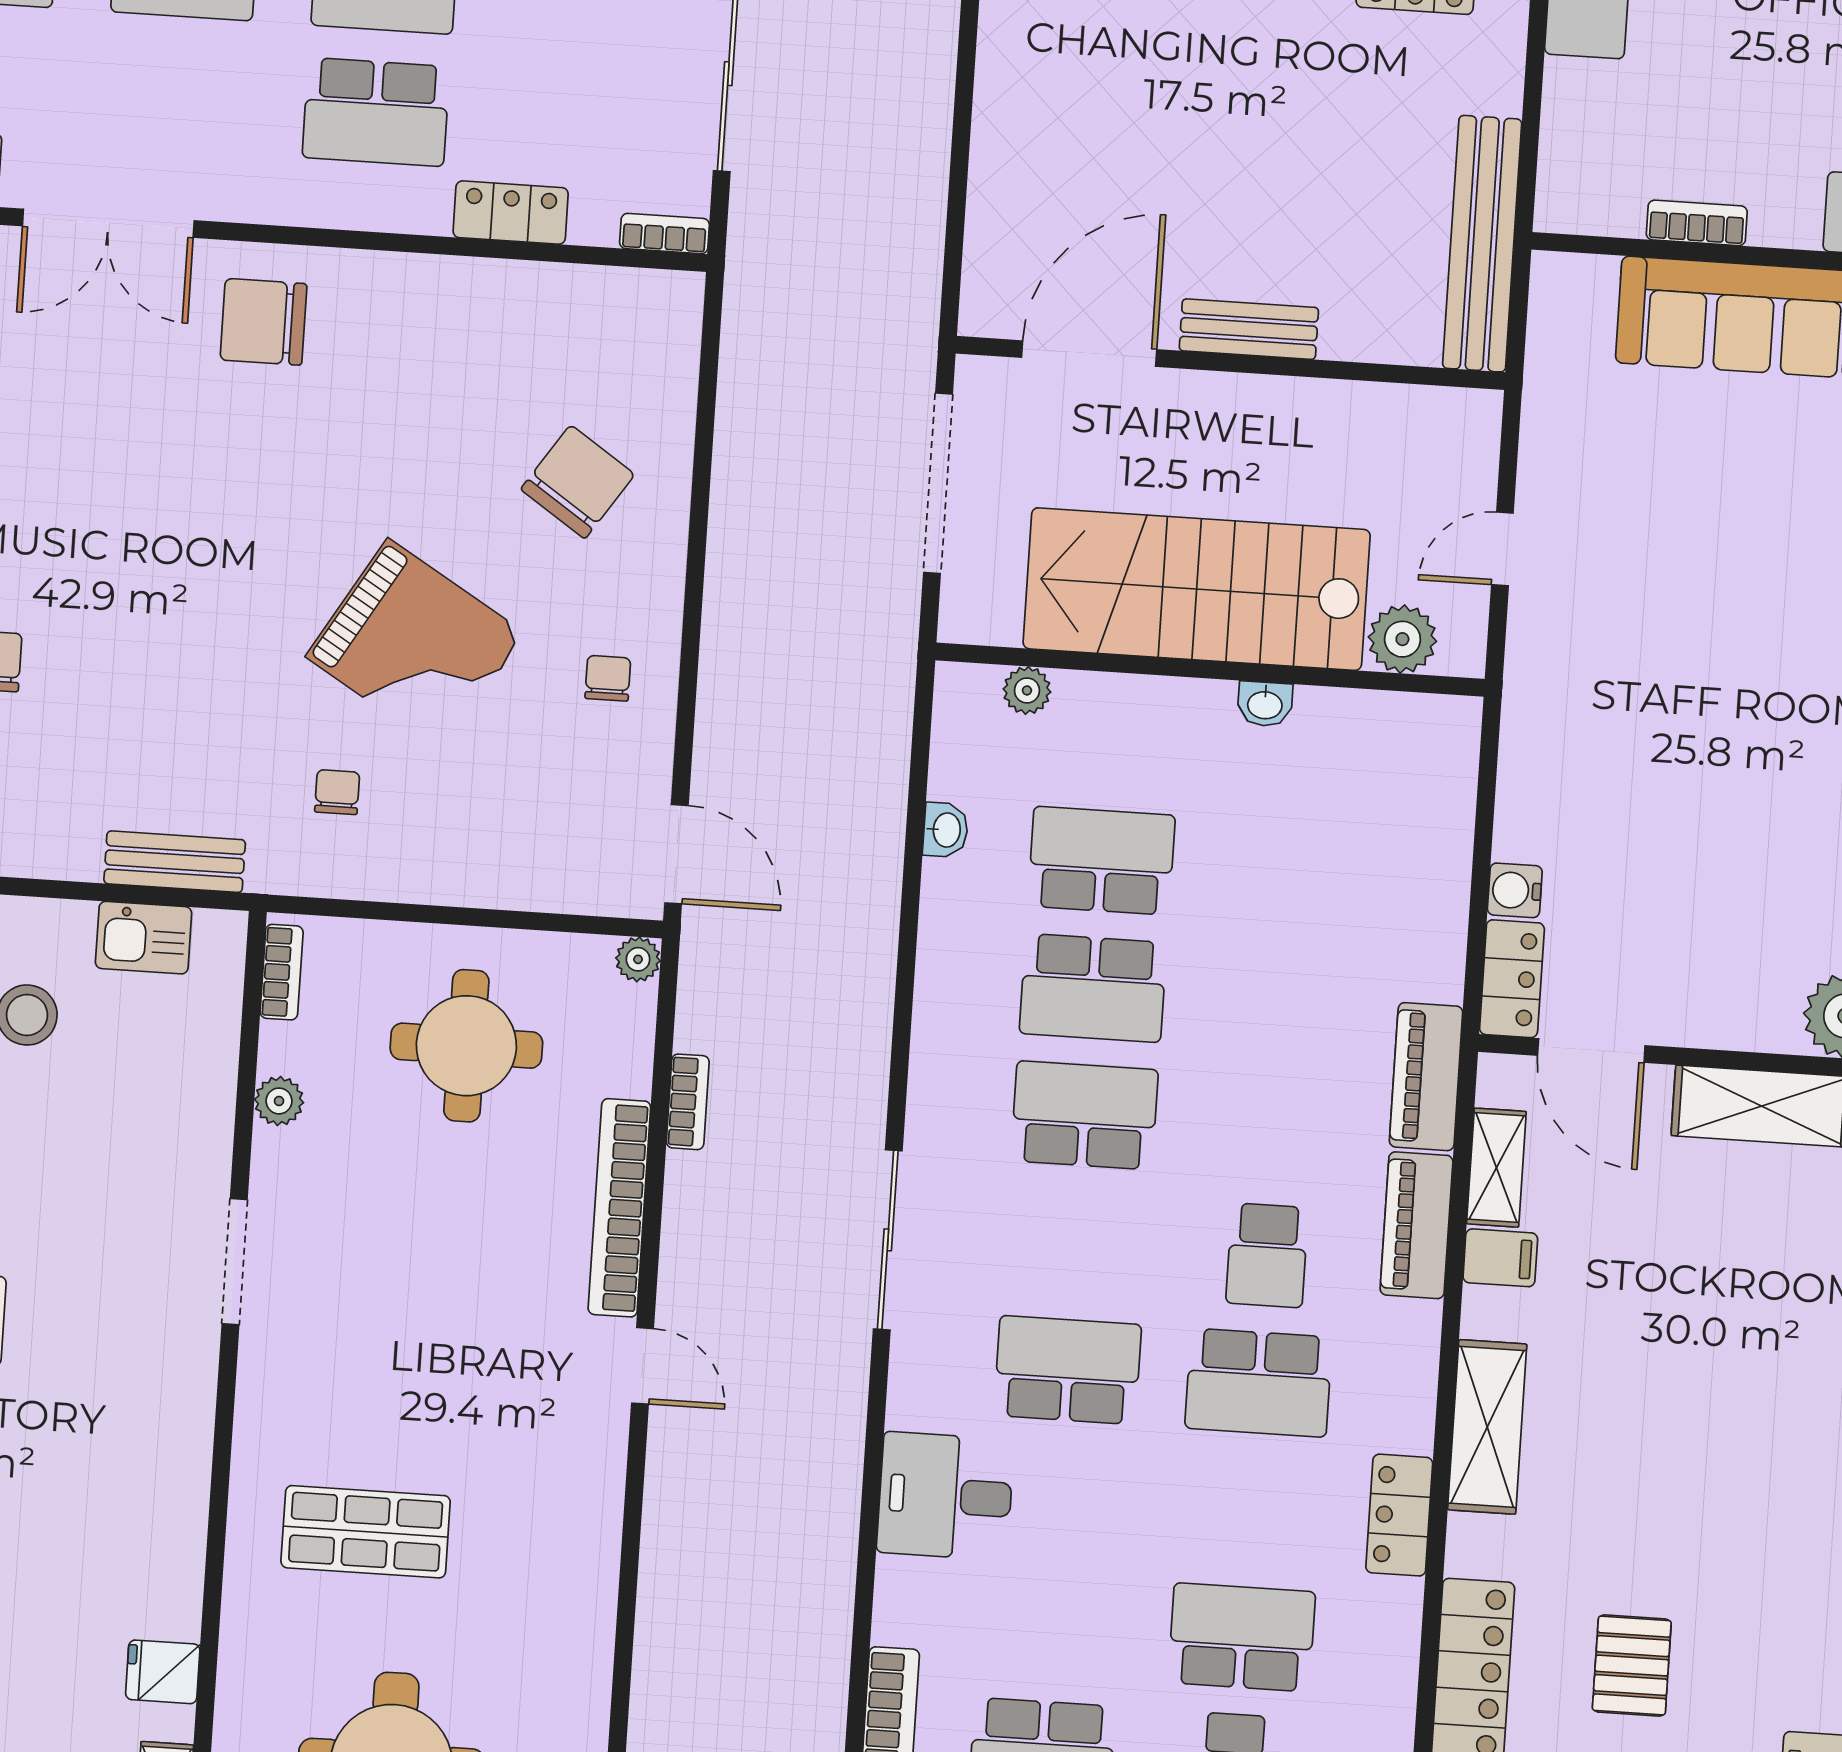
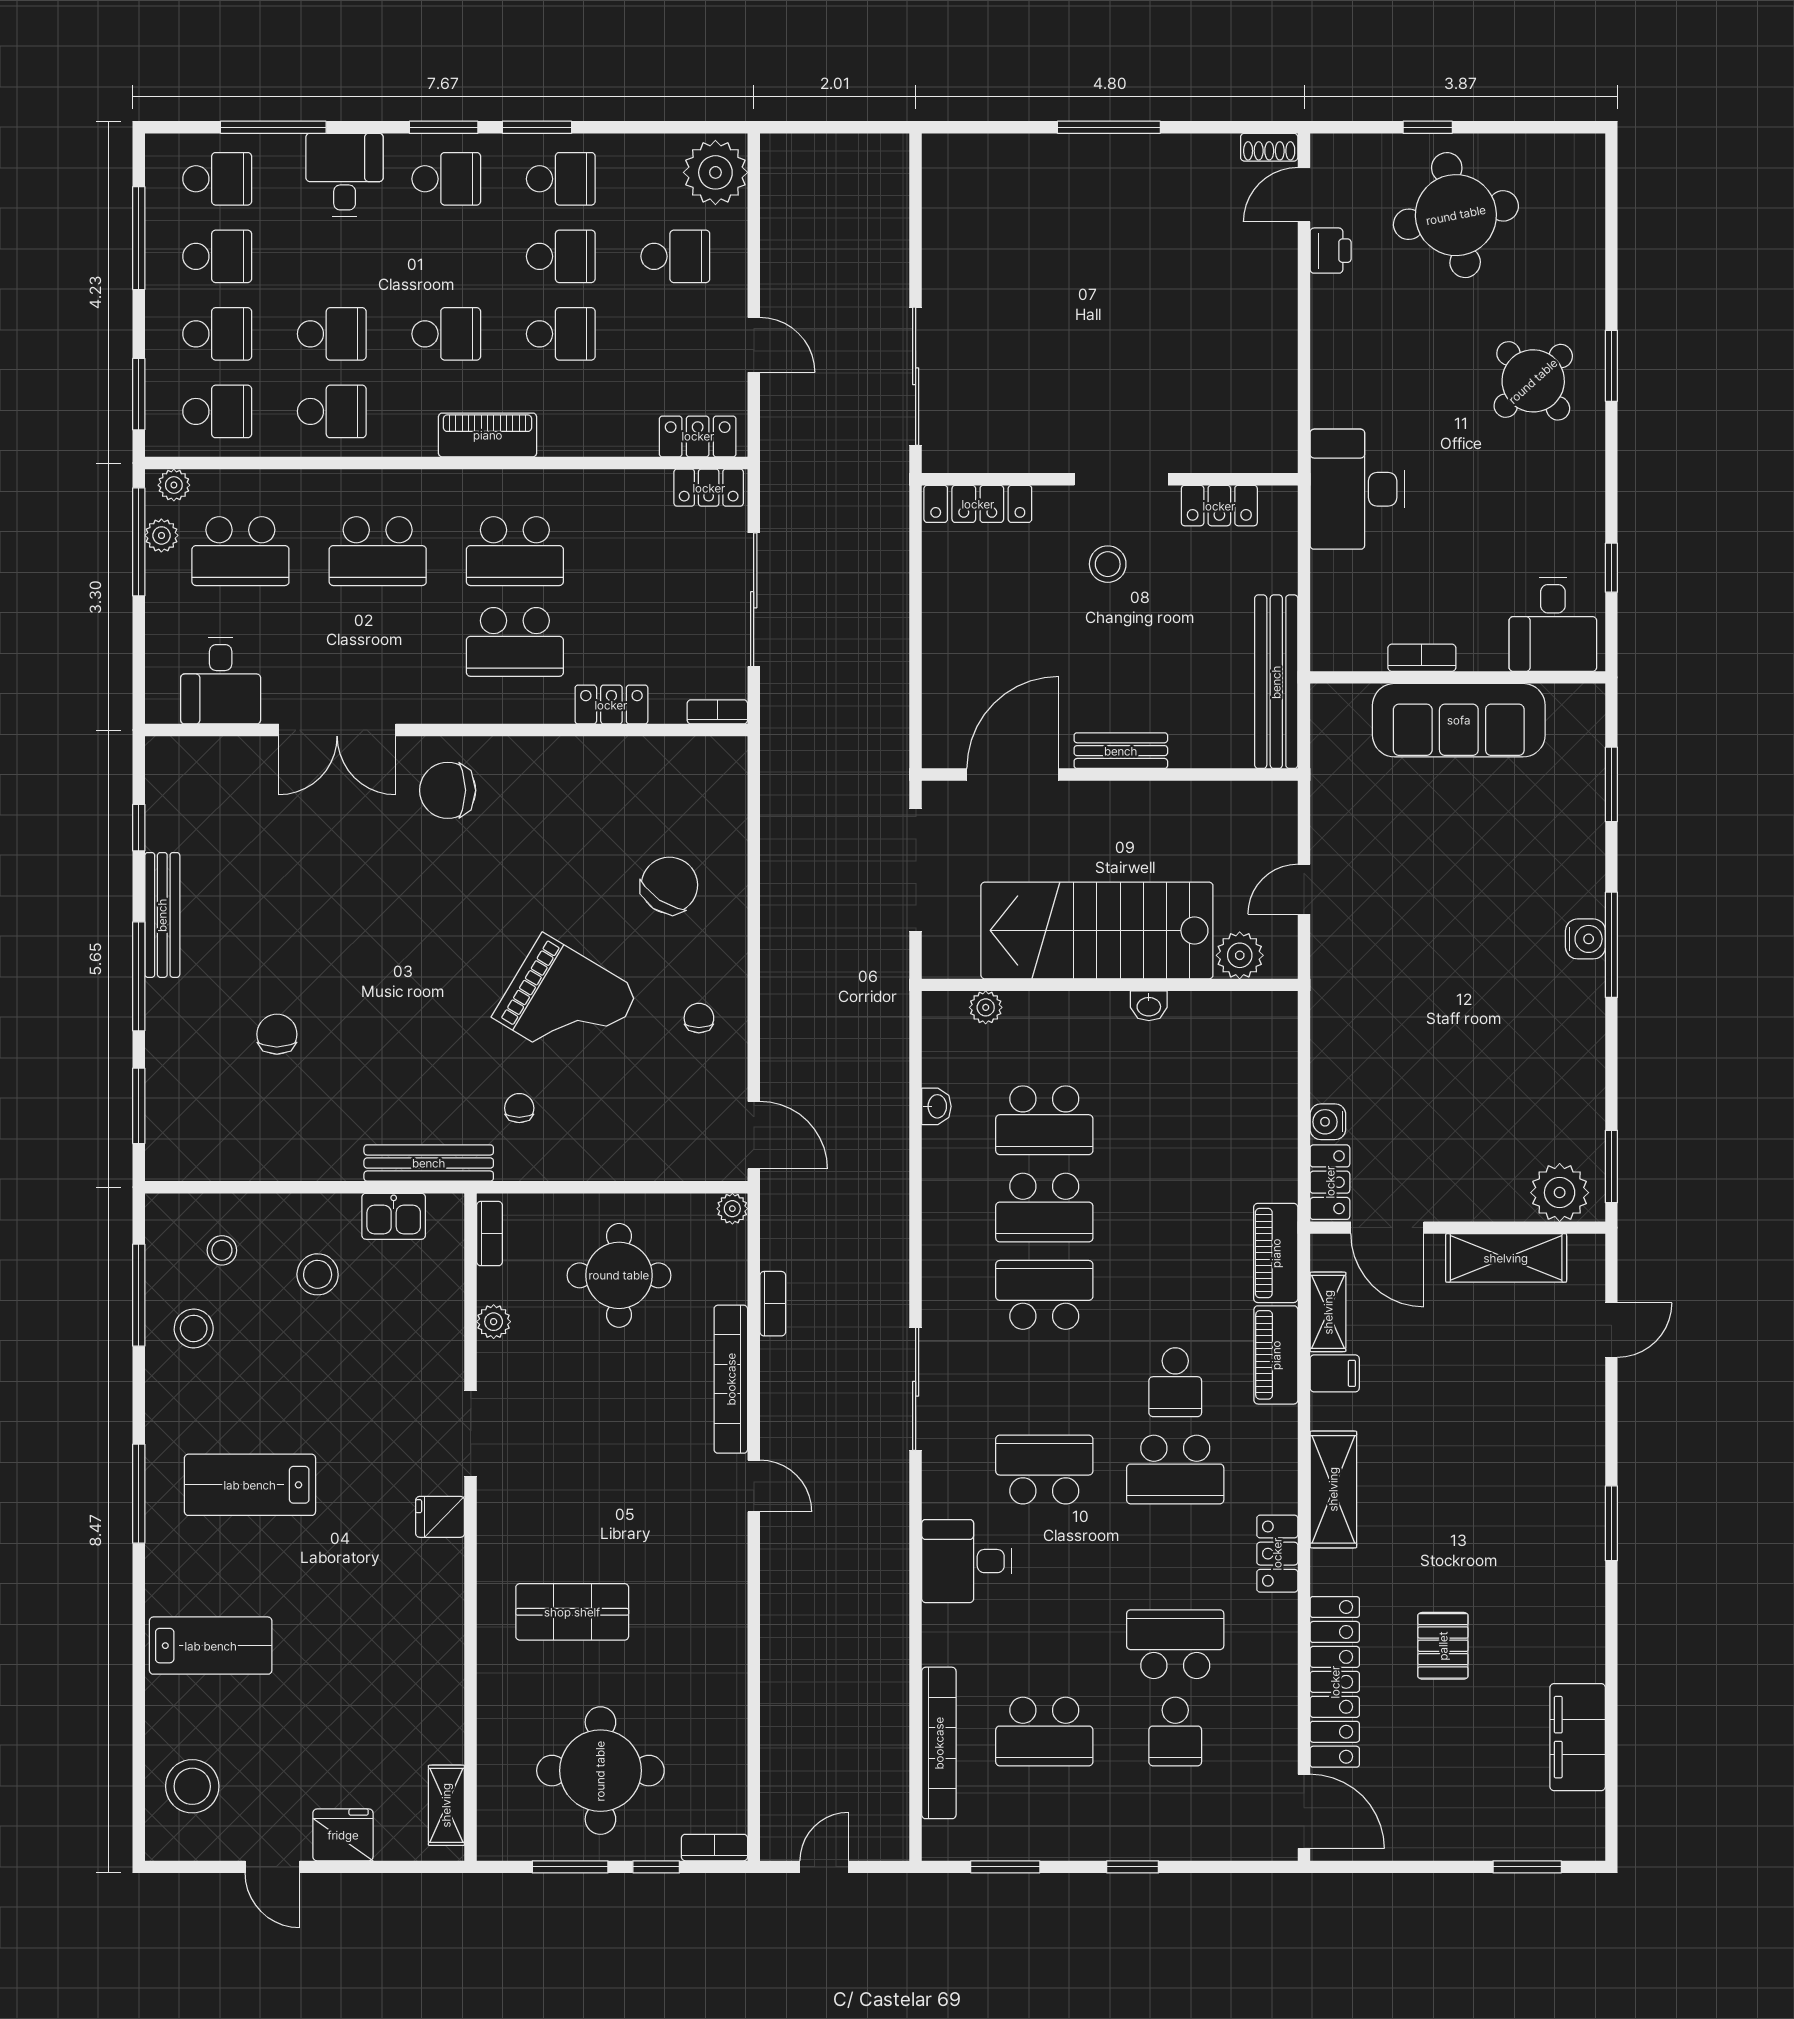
stool: (1248, 56) -> (1108, 564), added
school desk: (1101, 861) -> (1044, 1120), turned 180
bench: (175, 862) -> (429, 1163), width x1.36
fridge: (163, 1672) -> (440, 1517), moved

